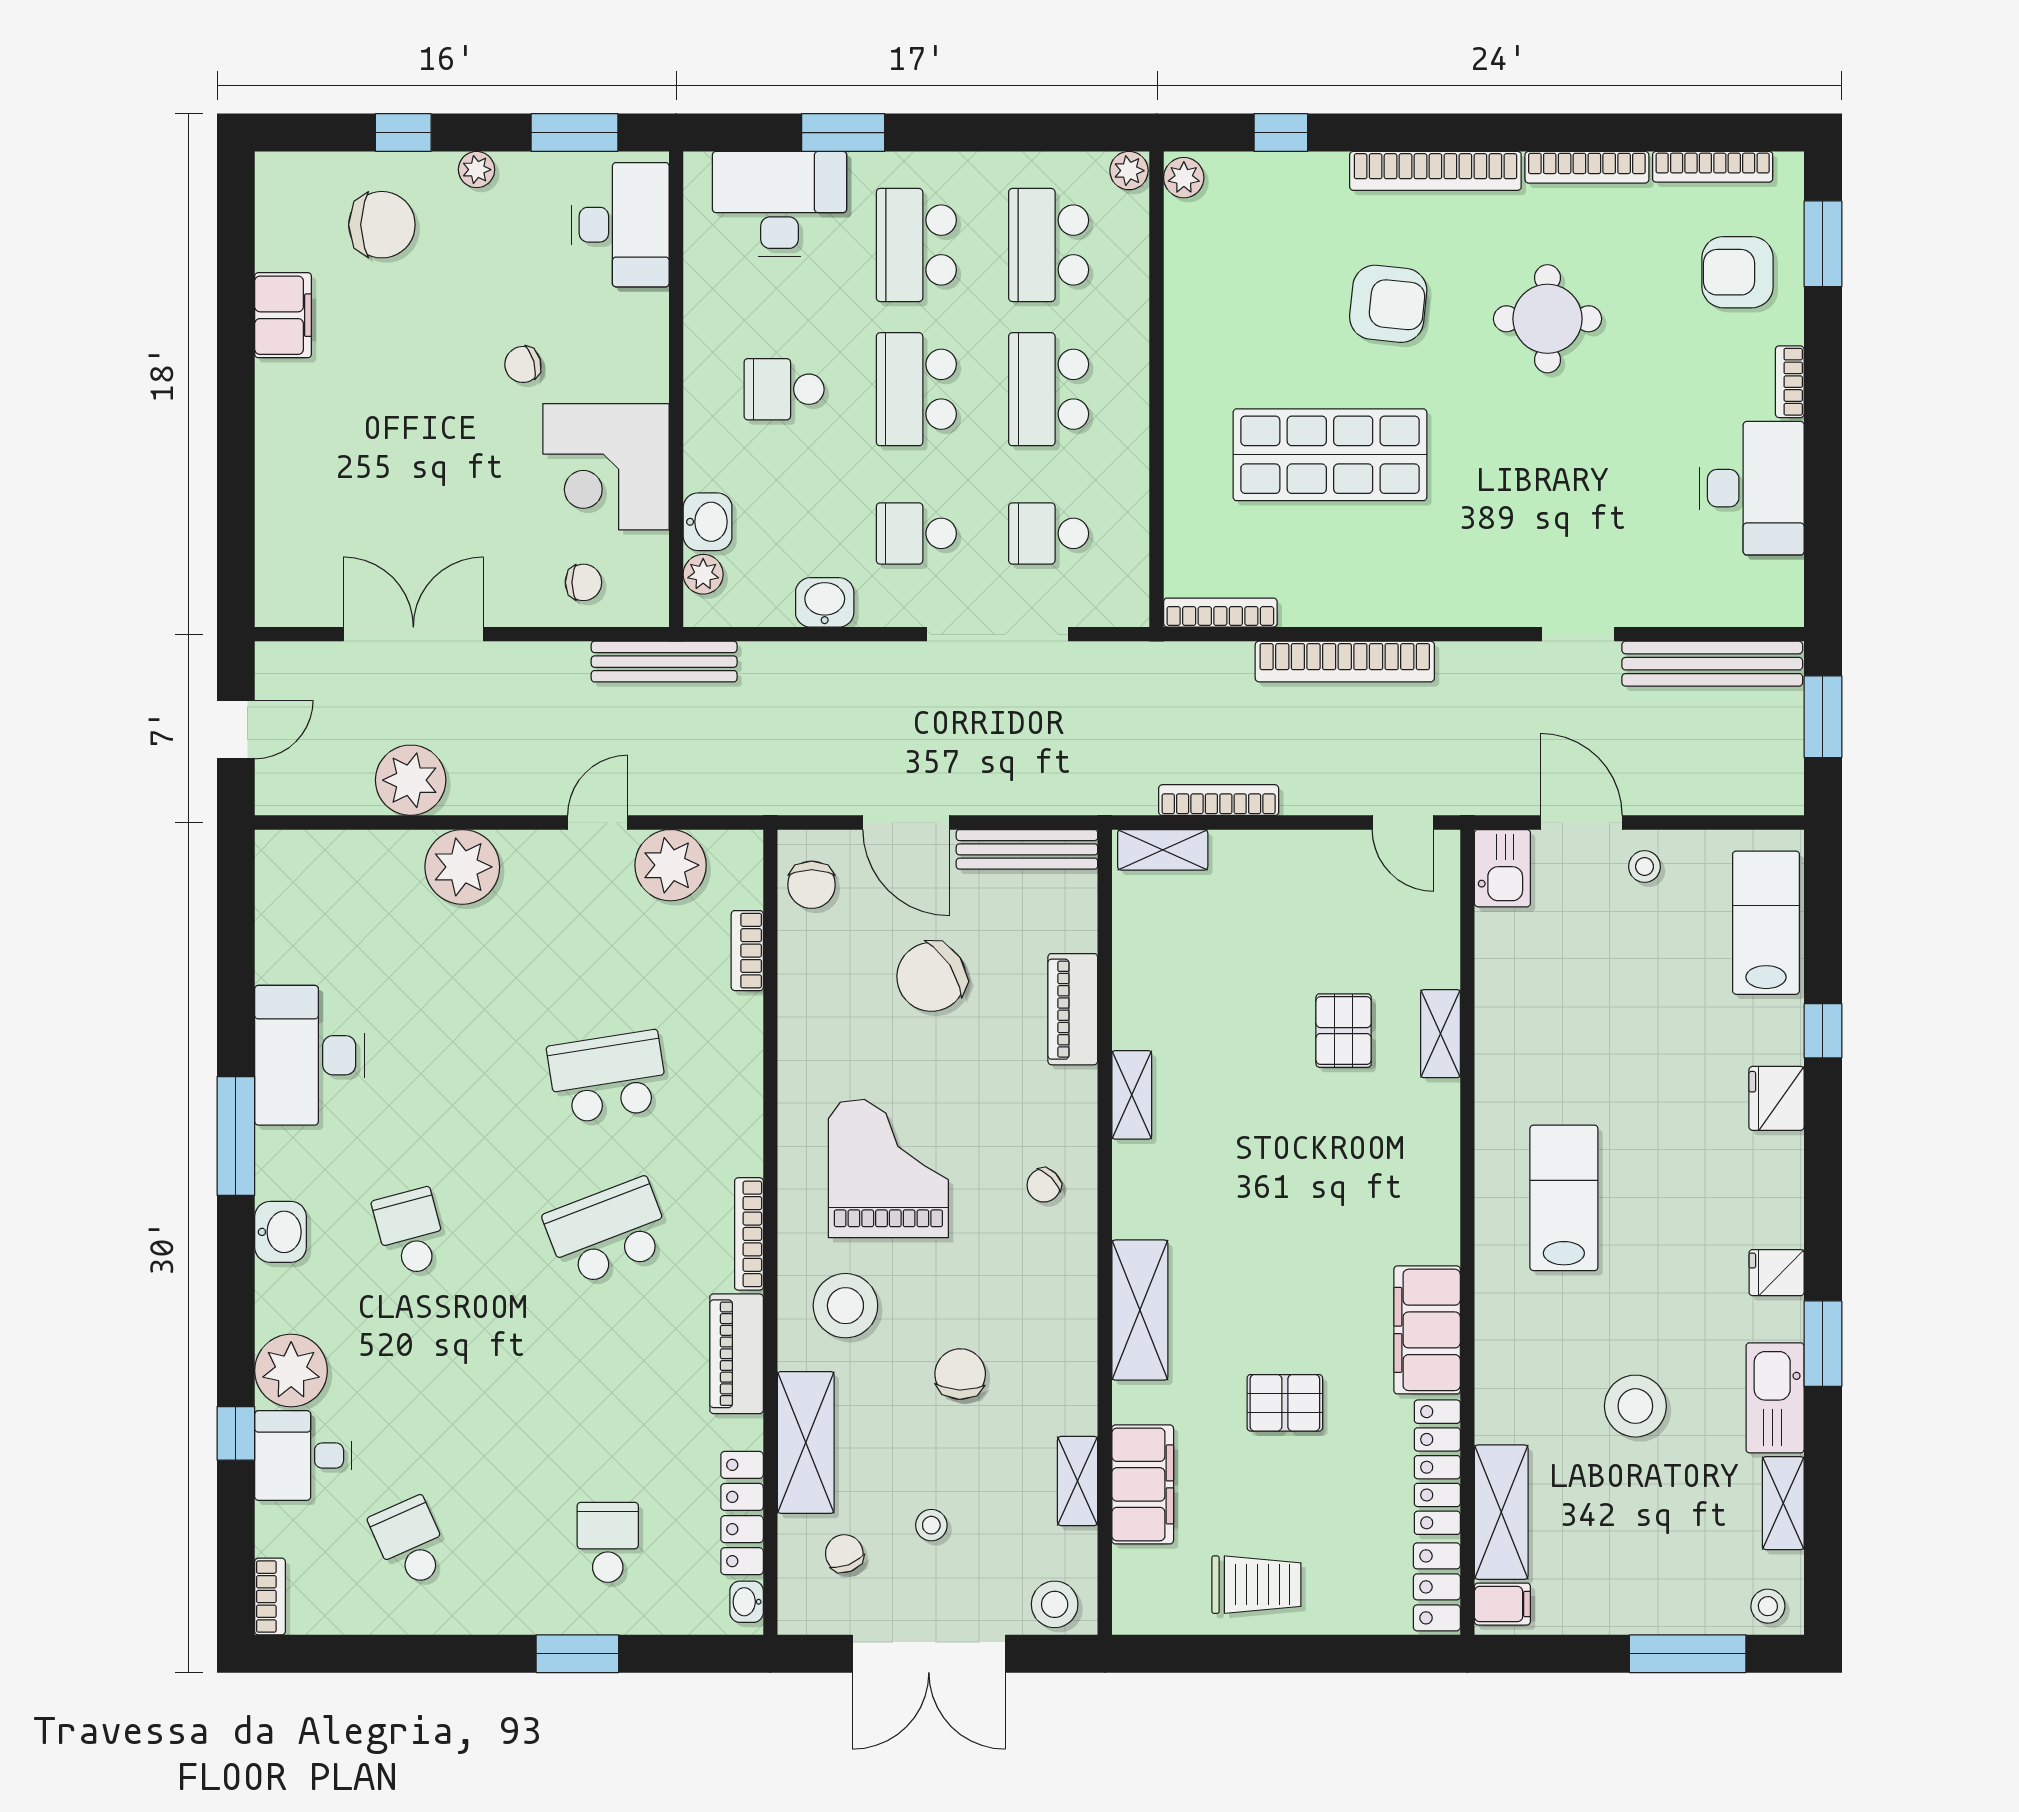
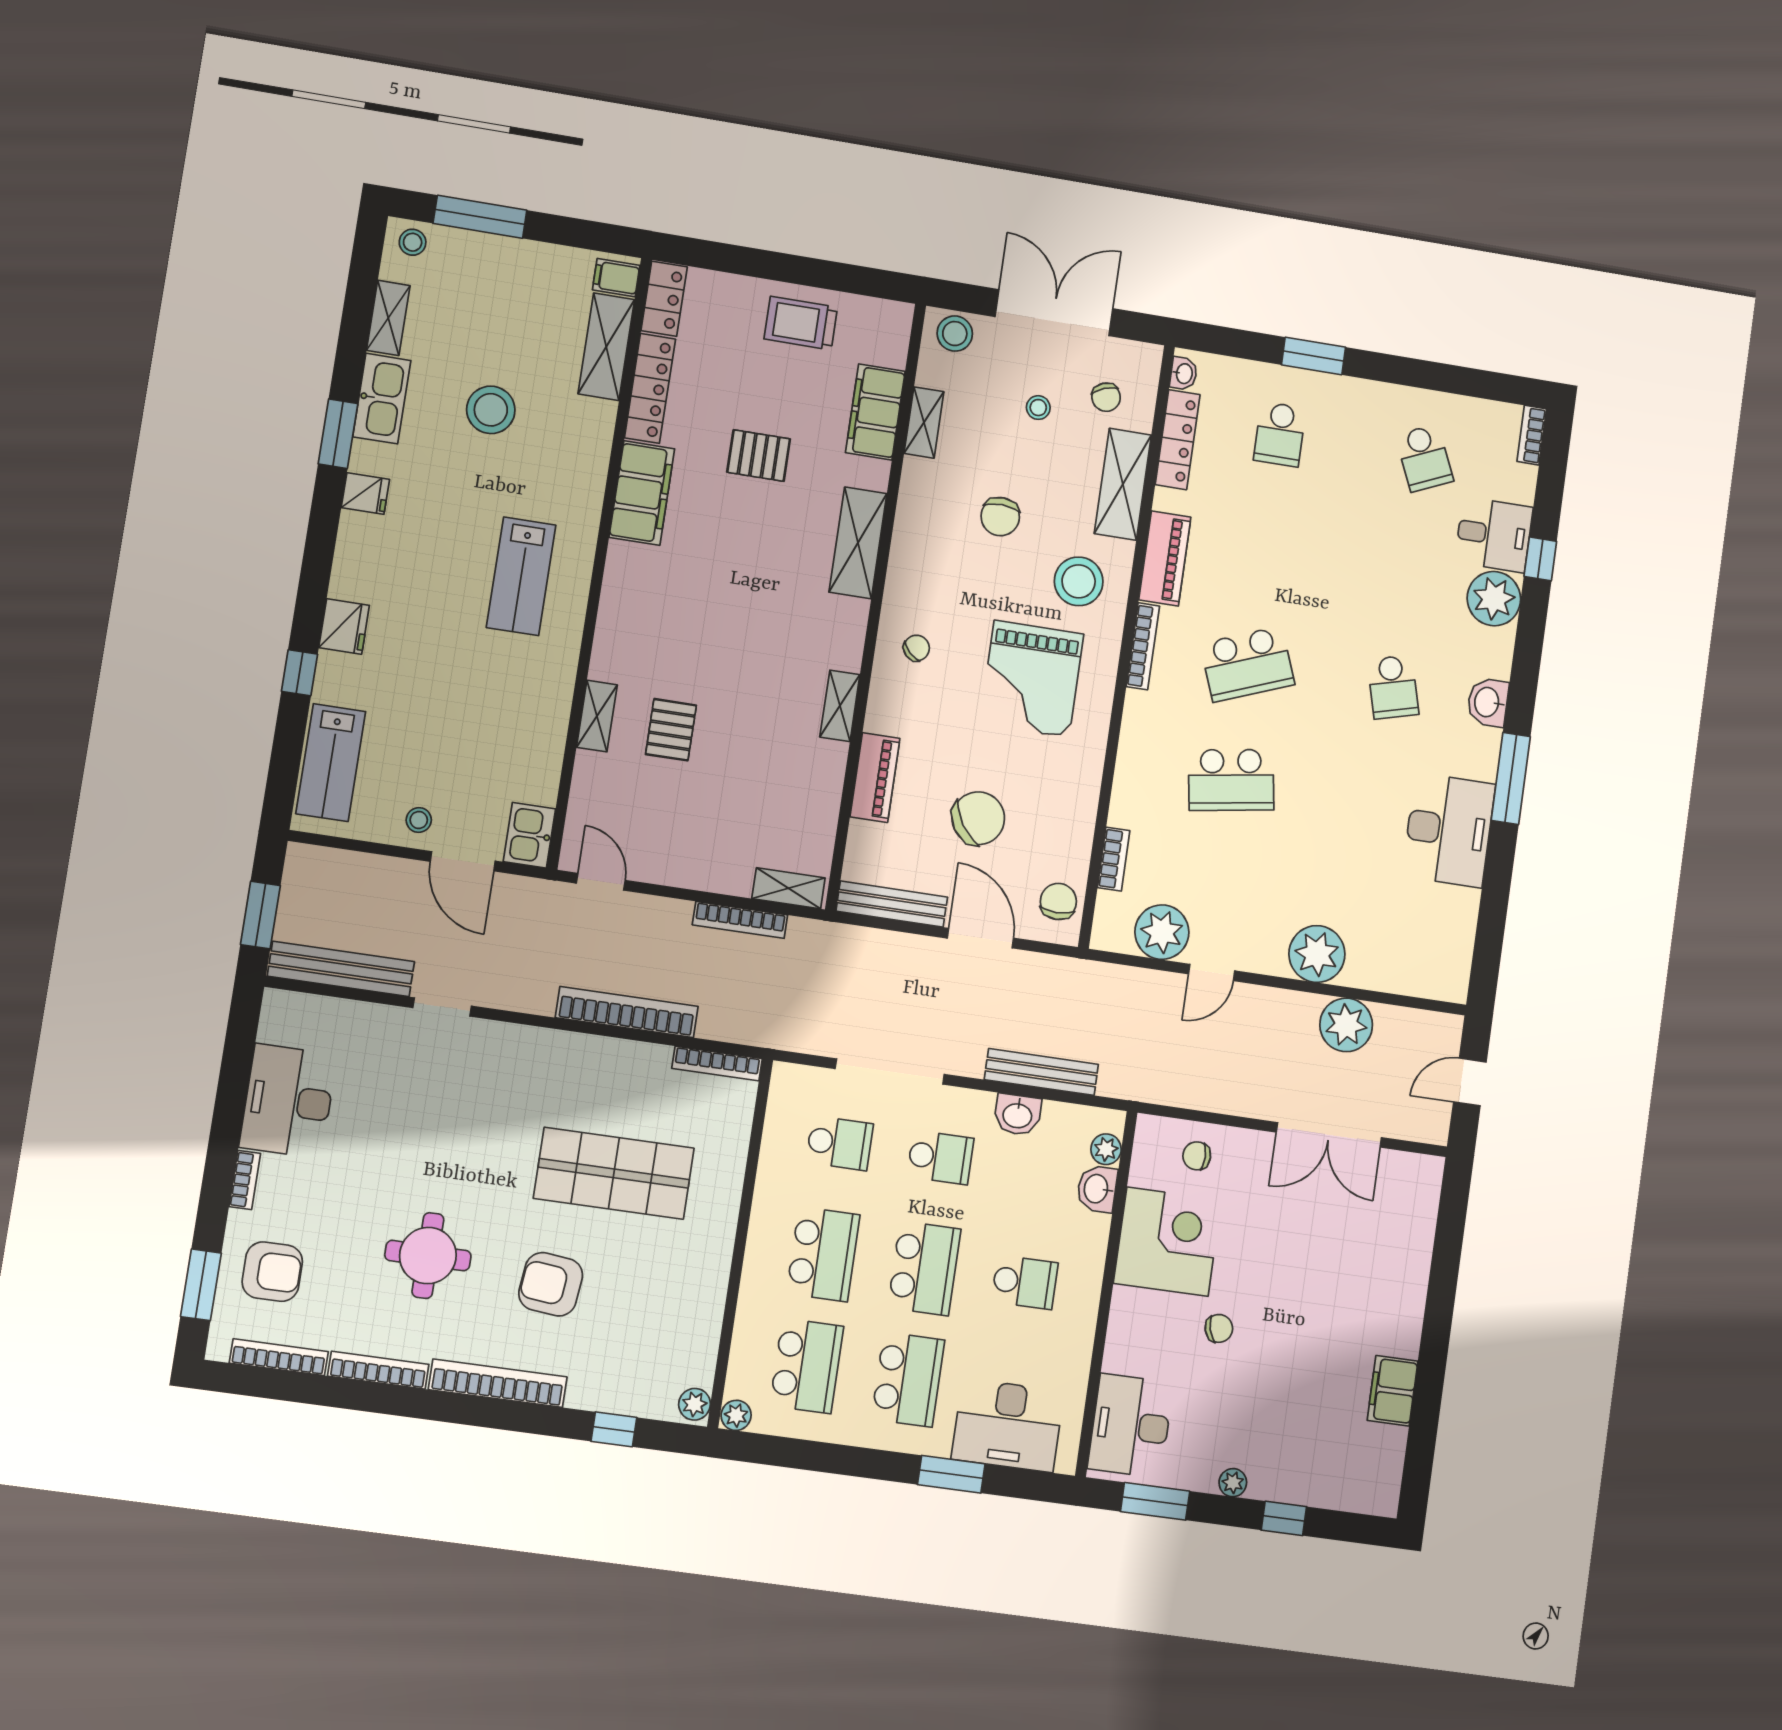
chair: (382, 225) -> (1310, 1450), removed
bench: (664, 662) -> (1041, 1072), moved

